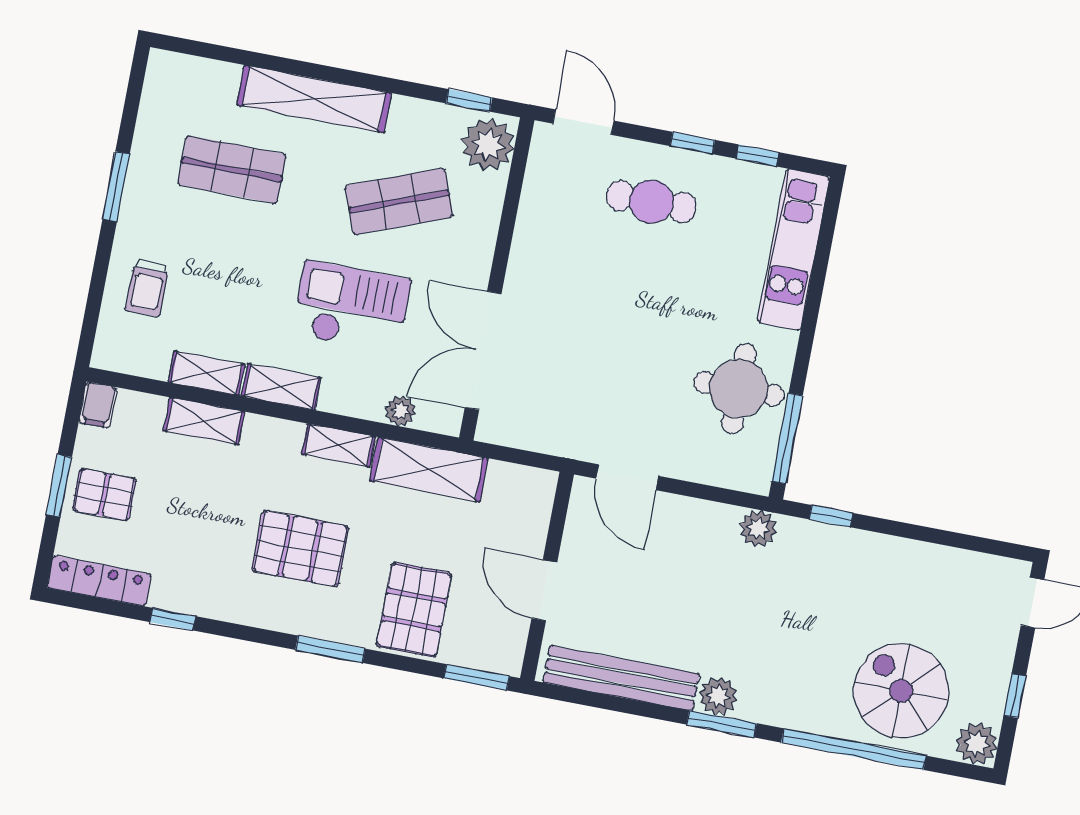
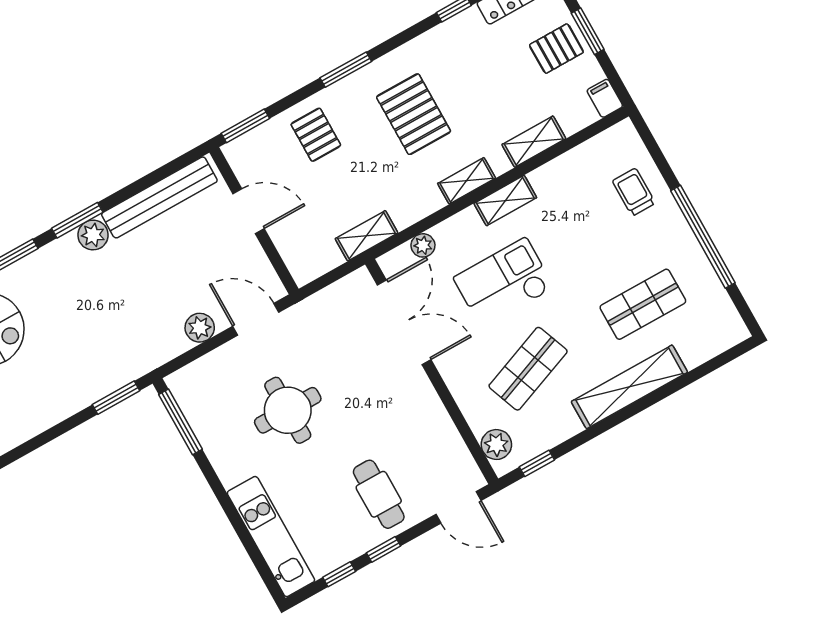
plant: (488, 145) -> (496, 445), width x0.73, depth x0.73
window: (116, 186) -> (703, 237), width x2.11
cafe table: (651, 202) -> (379, 494), turned 90
checkout: (352, 307) -> (504, 283), turned 180
shelving: (207, 373) -> (556, 171), removed
round table: (739, 389) -> (288, 410), moved
shelving: (339, 445) -> (467, 181), moved
shelving: (429, 470) -> (366, 236), width x0.67, depth x0.75
window: (831, 516) -> (116, 398), width x1.50
plant: (758, 529) -> (200, 328), moved
pallet: (300, 549) -> (414, 114), turned 90
pallet: (414, 610) -> (316, 135), width x0.67, depth x0.71

